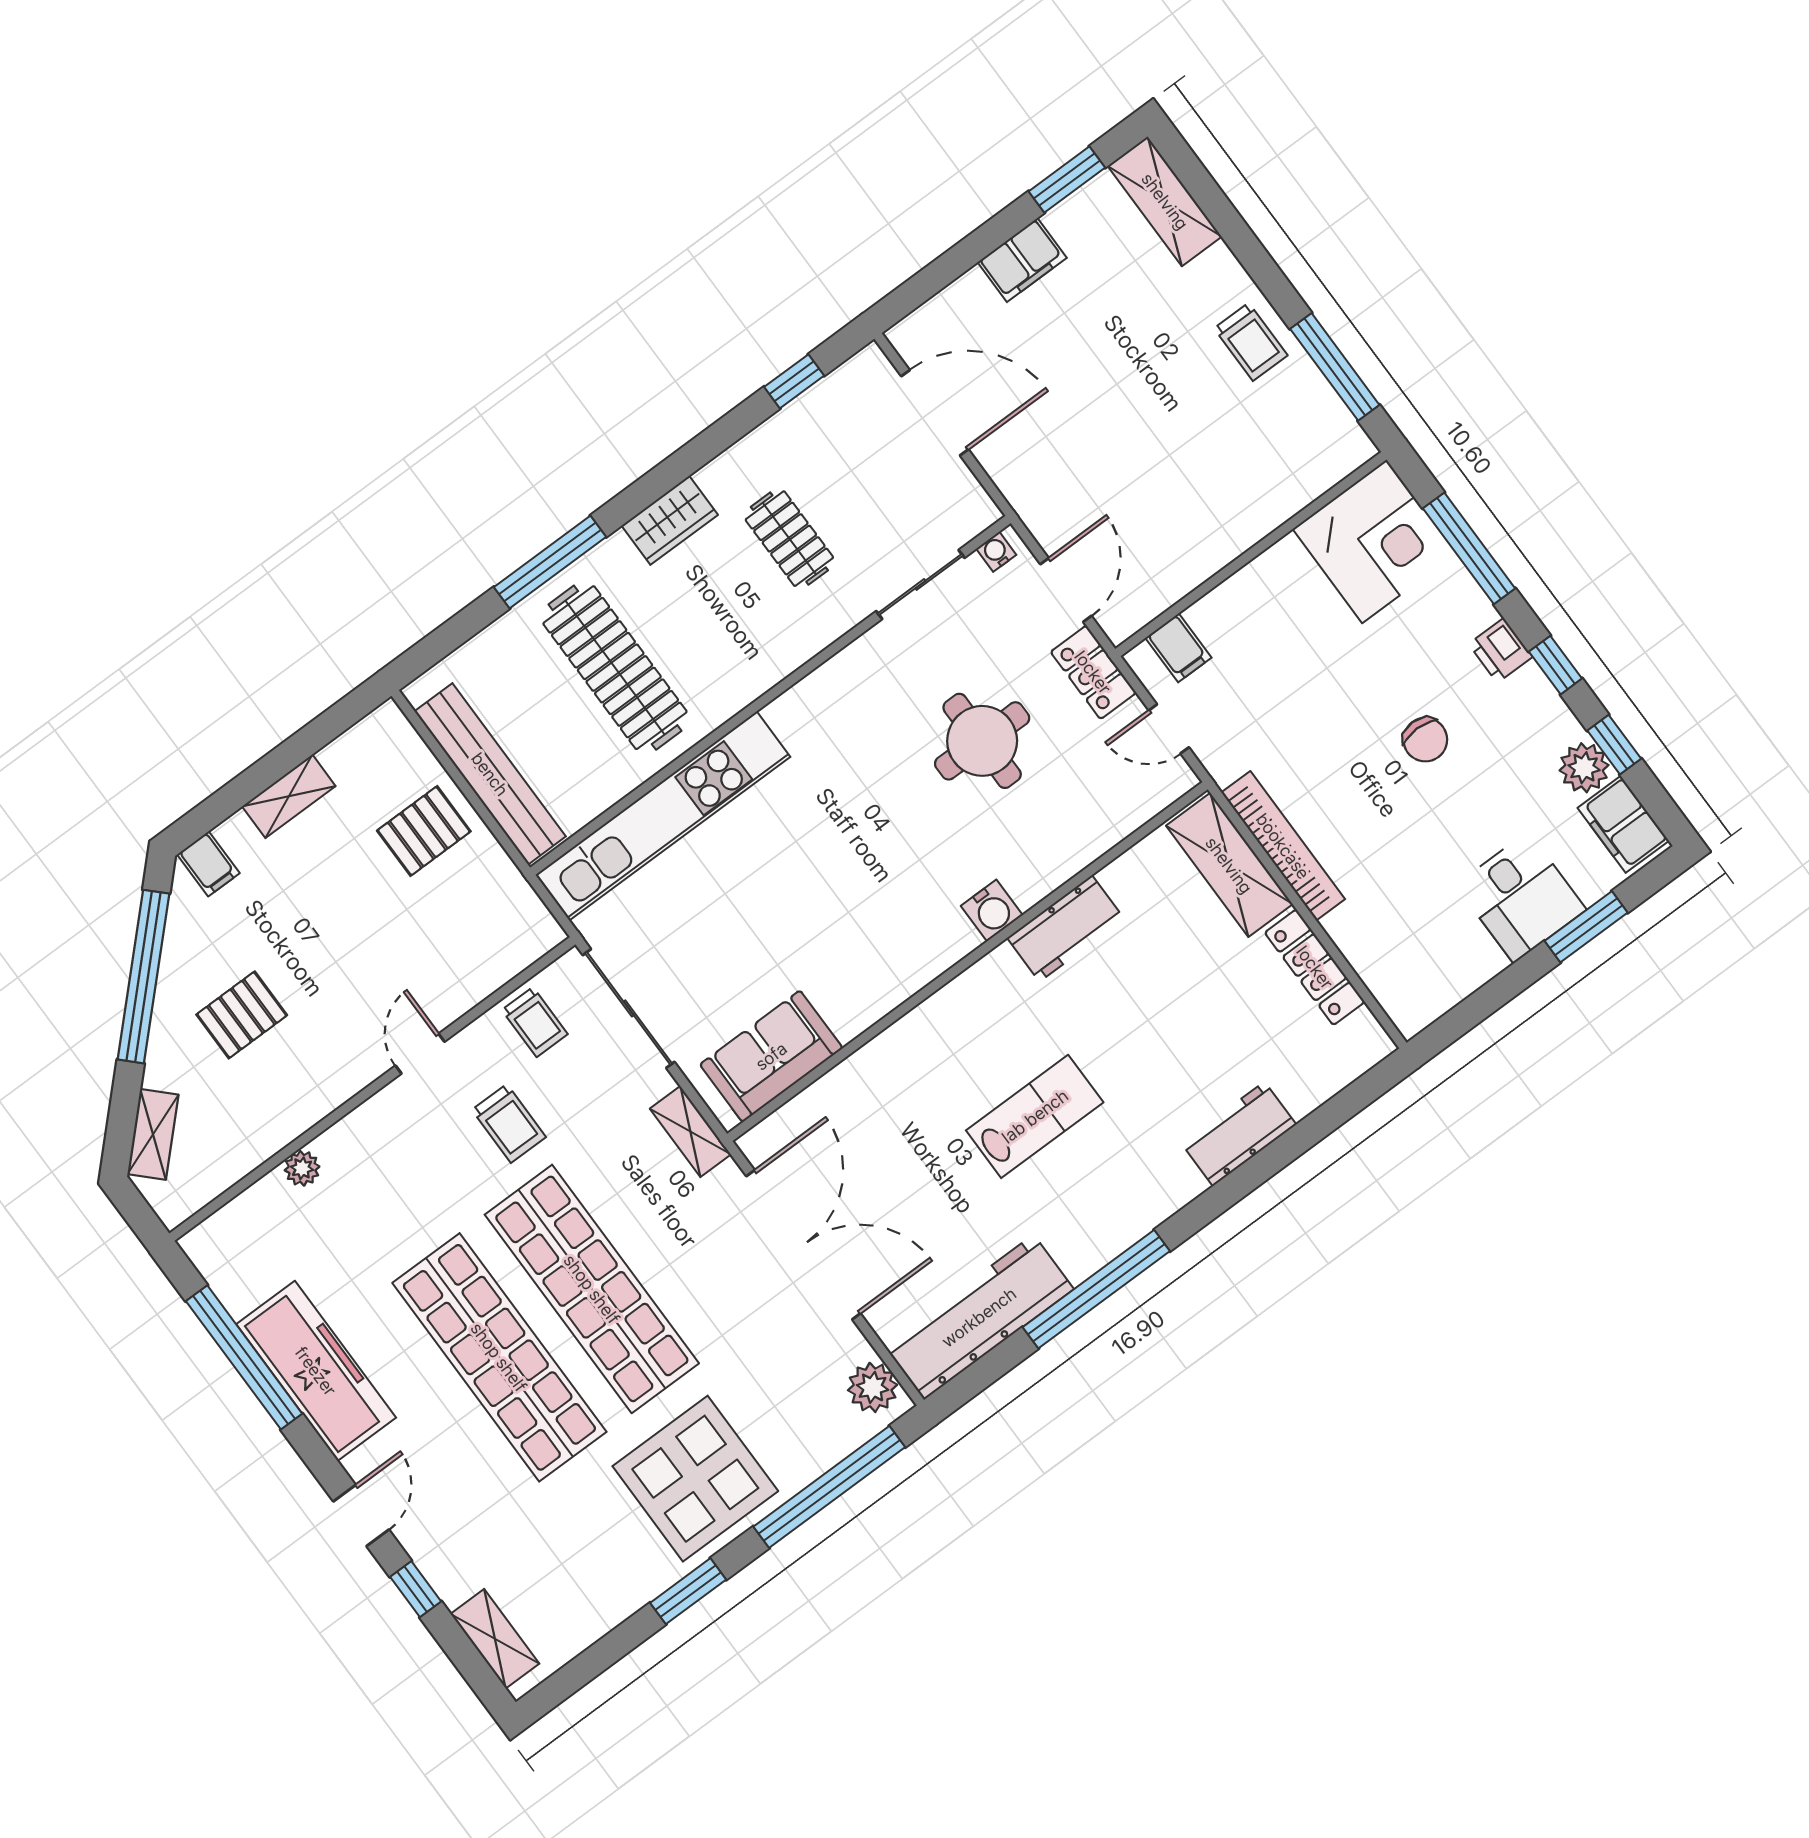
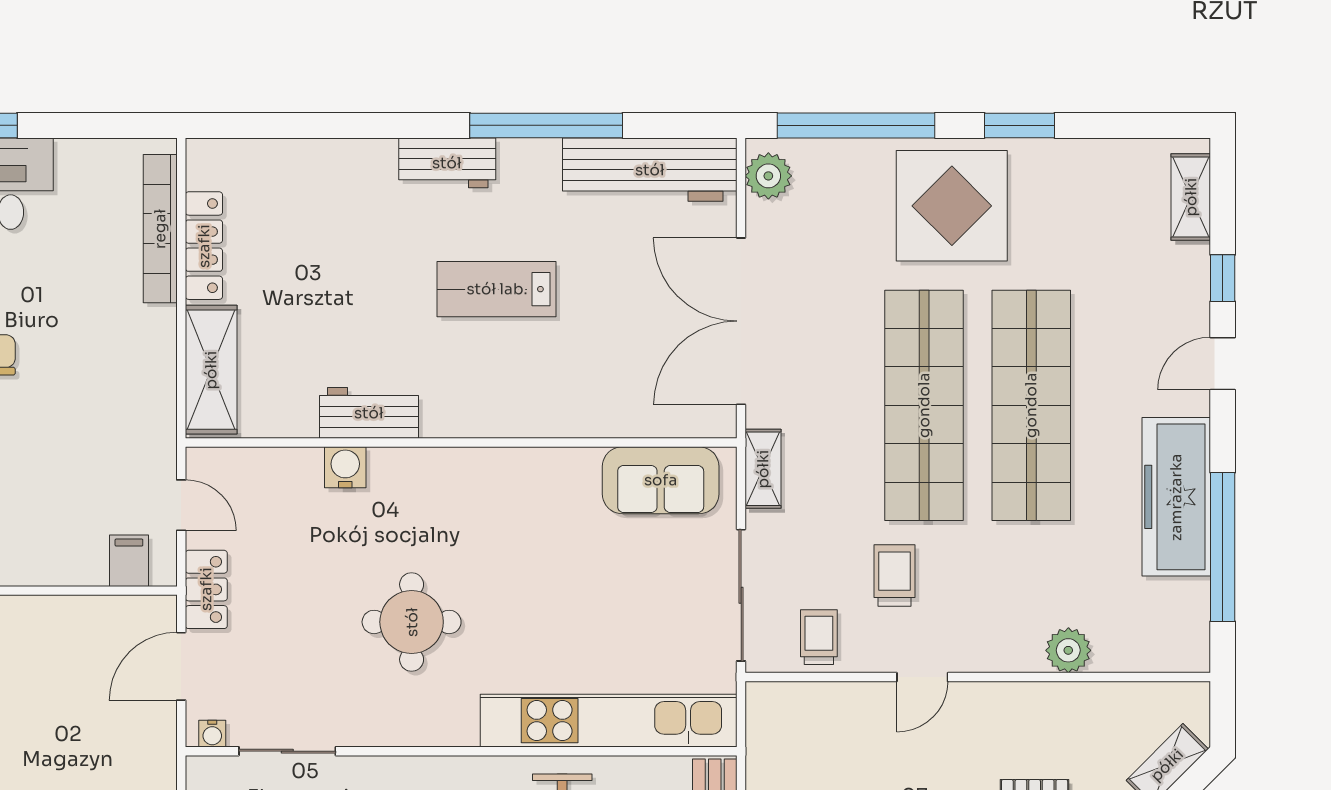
round table: (982, 741) -> (412, 622), moved
bookcase: (1283, 846) -> (160, 229), moved
water cooler: (992, 911) -> (345, 467), moved
workbench: (1239, 1134) -> (447, 163), moved
plant: (302, 1168) -> (1068, 650), width x1.38, depth x1.38

